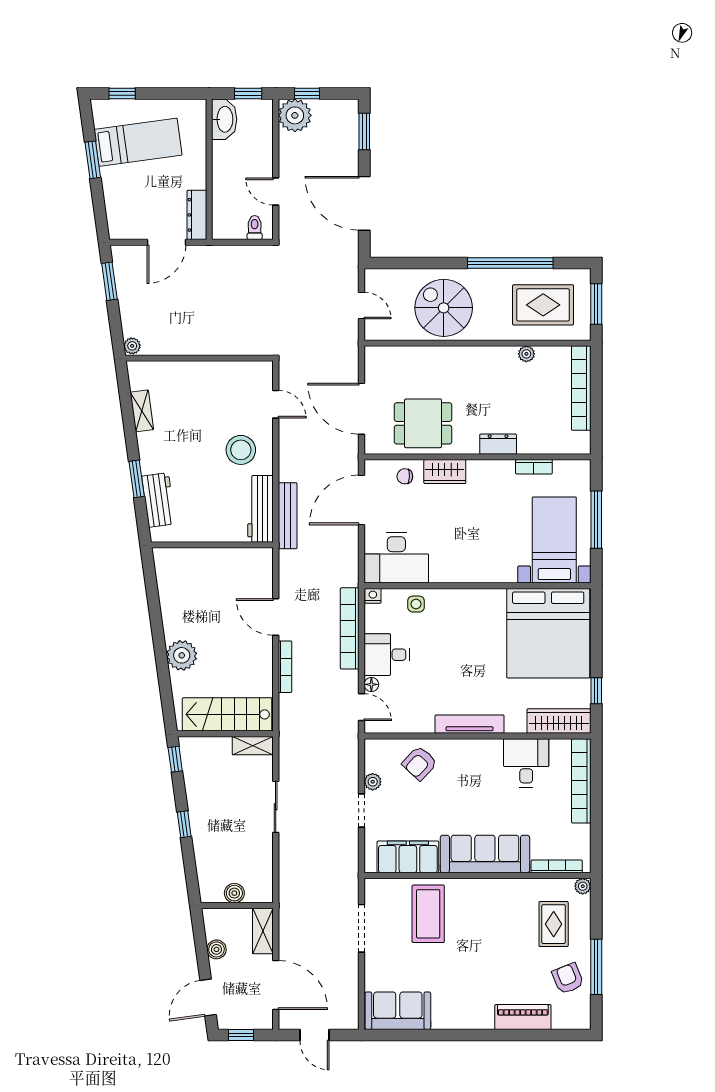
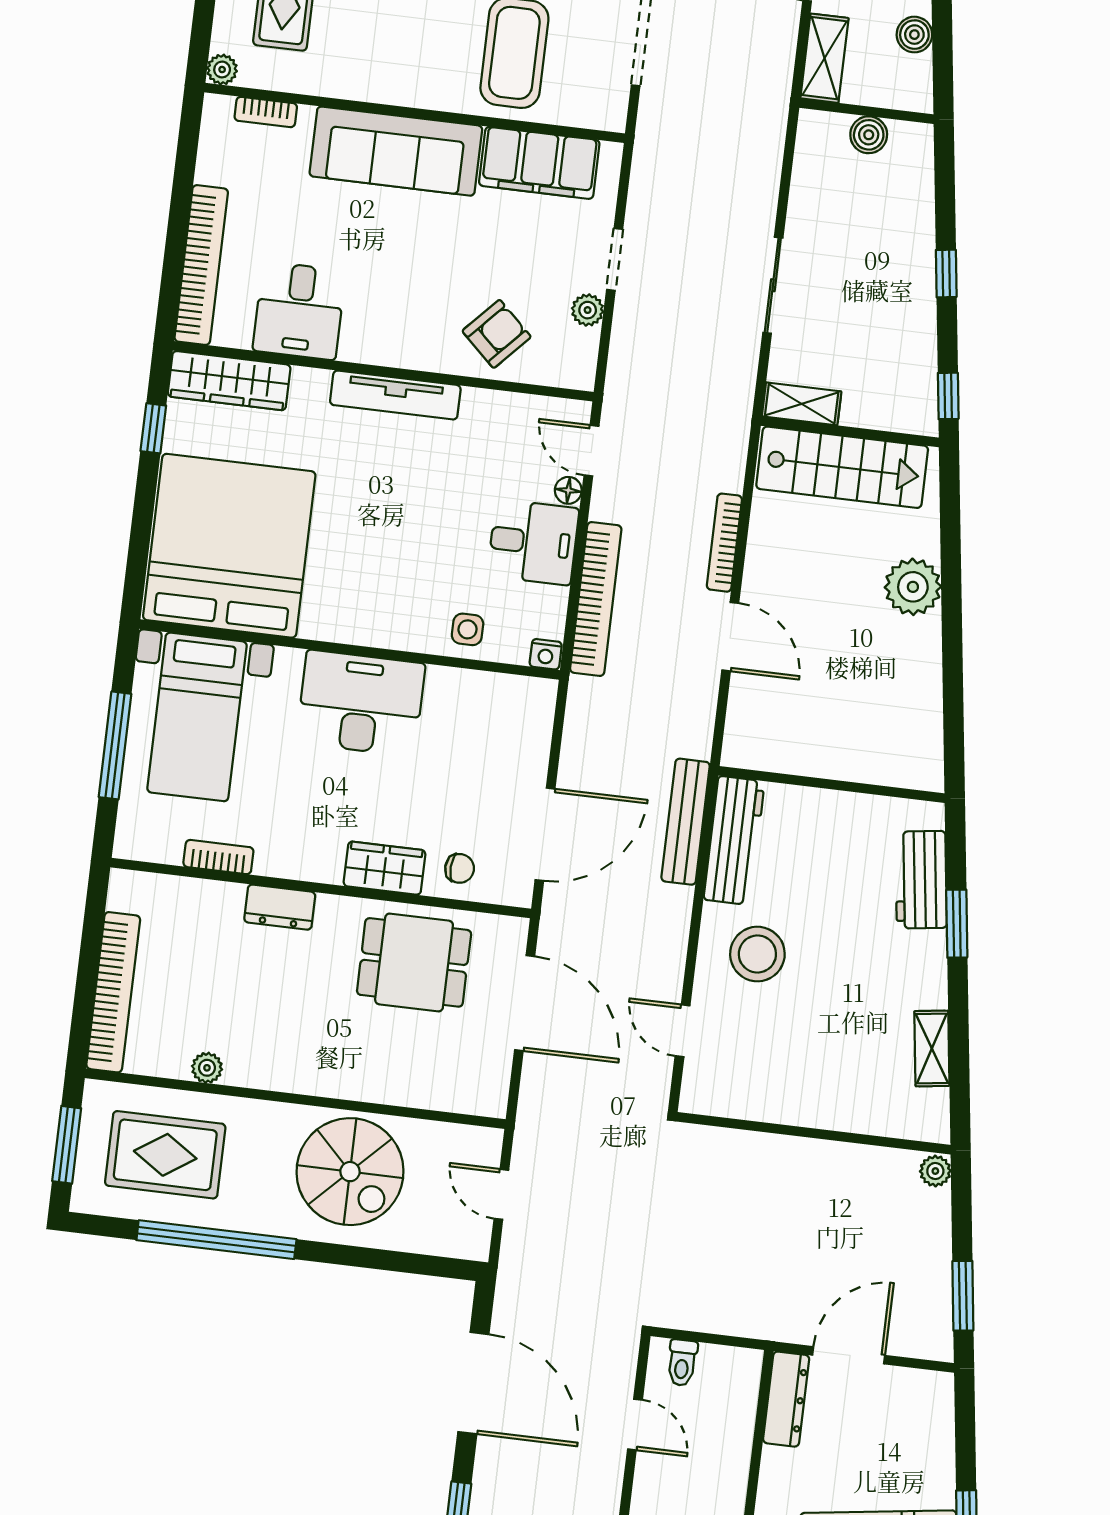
desk: (396, 558) -> (361, 703), moved
bookcase: (557, 866) -> (266, 112), width x0.64

